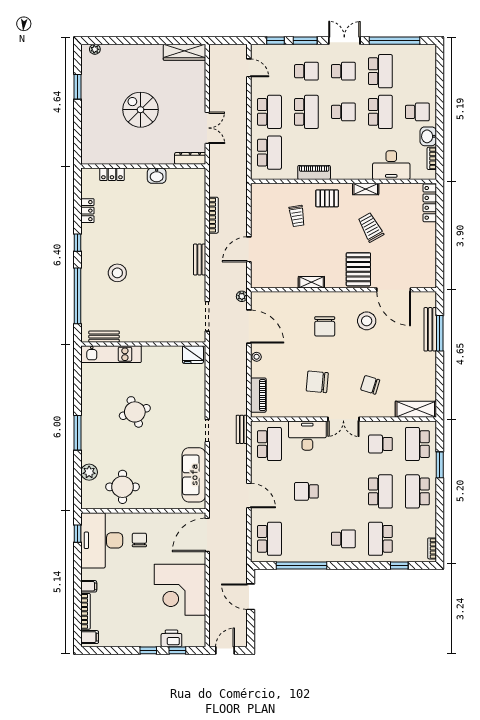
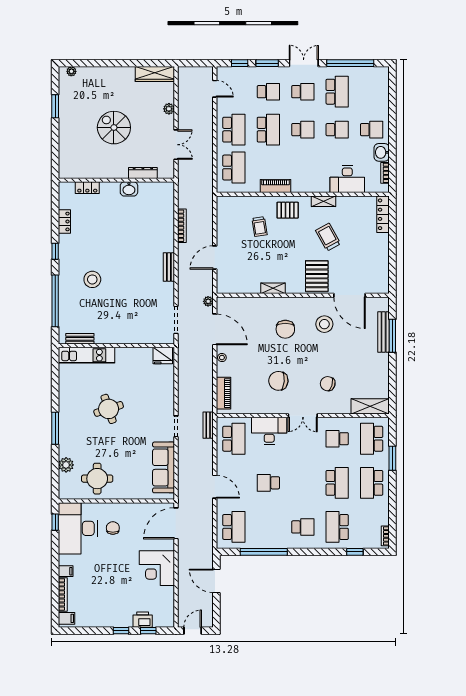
plant: (200, 90) -> (169, 109), added
school desk: (380, 112) -> (337, 130), width x0.54
dresser: (190, 158) -> (143, 173), moved
corner desk: (180, 590) -> (157, 568), width x0.74, depth x0.74

